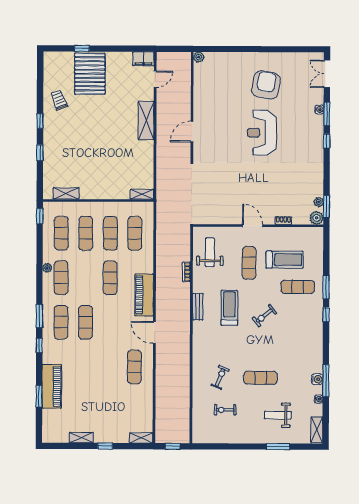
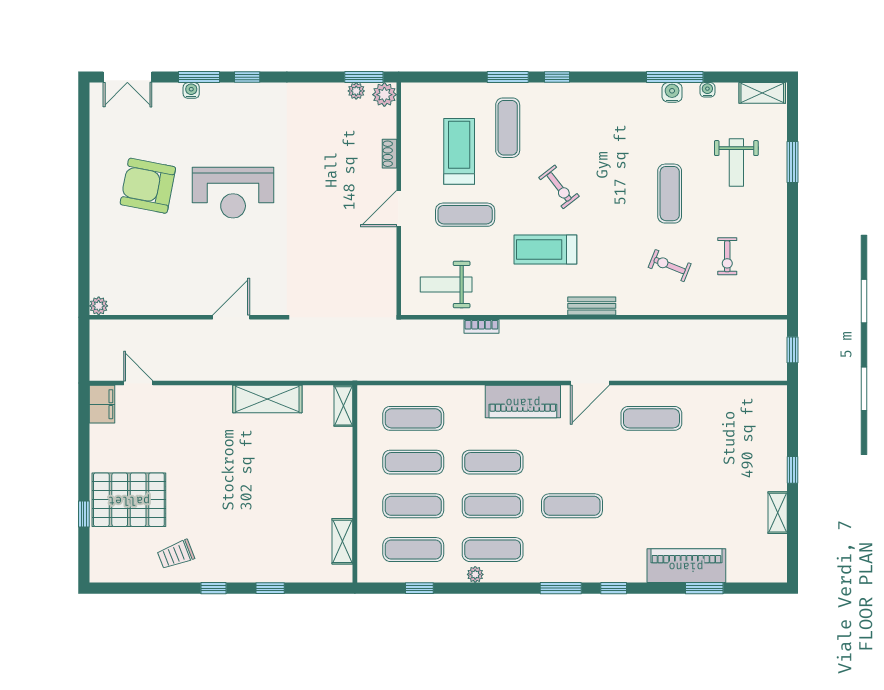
shelving: (146, 120) -> (267, 399), moved
door: (192, 131) -> (231, 317), swing flipped
window: (40, 216) -> (419, 588), moved
bench: (198, 307) -> (592, 306), moved
exercise mat: (61, 322) -> (493, 506), moved
shelving: (141, 438) -> (778, 406), removed

